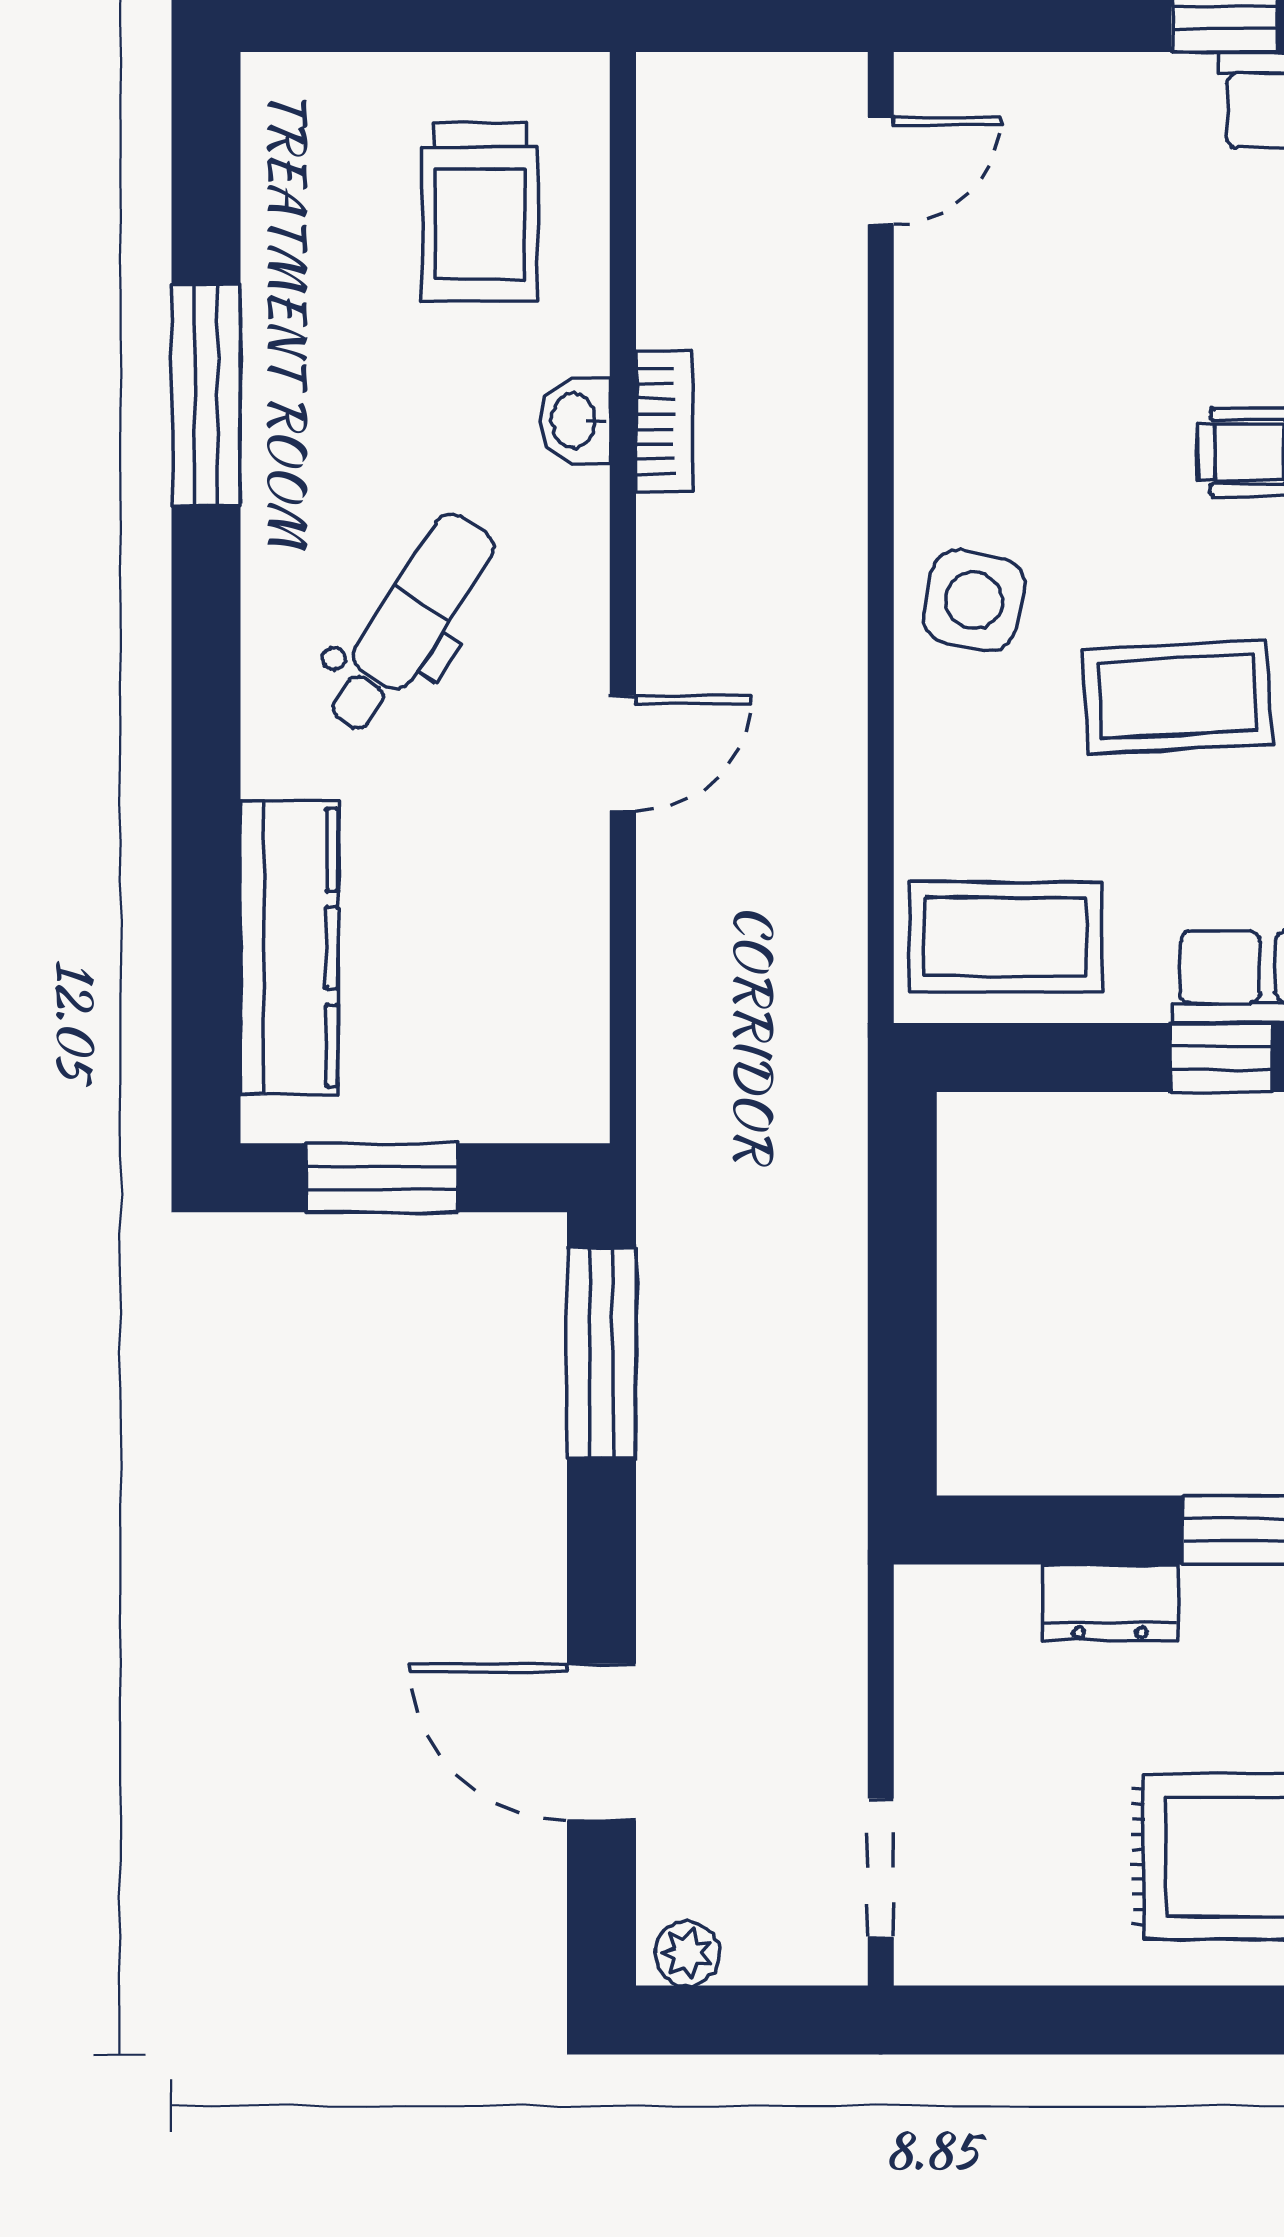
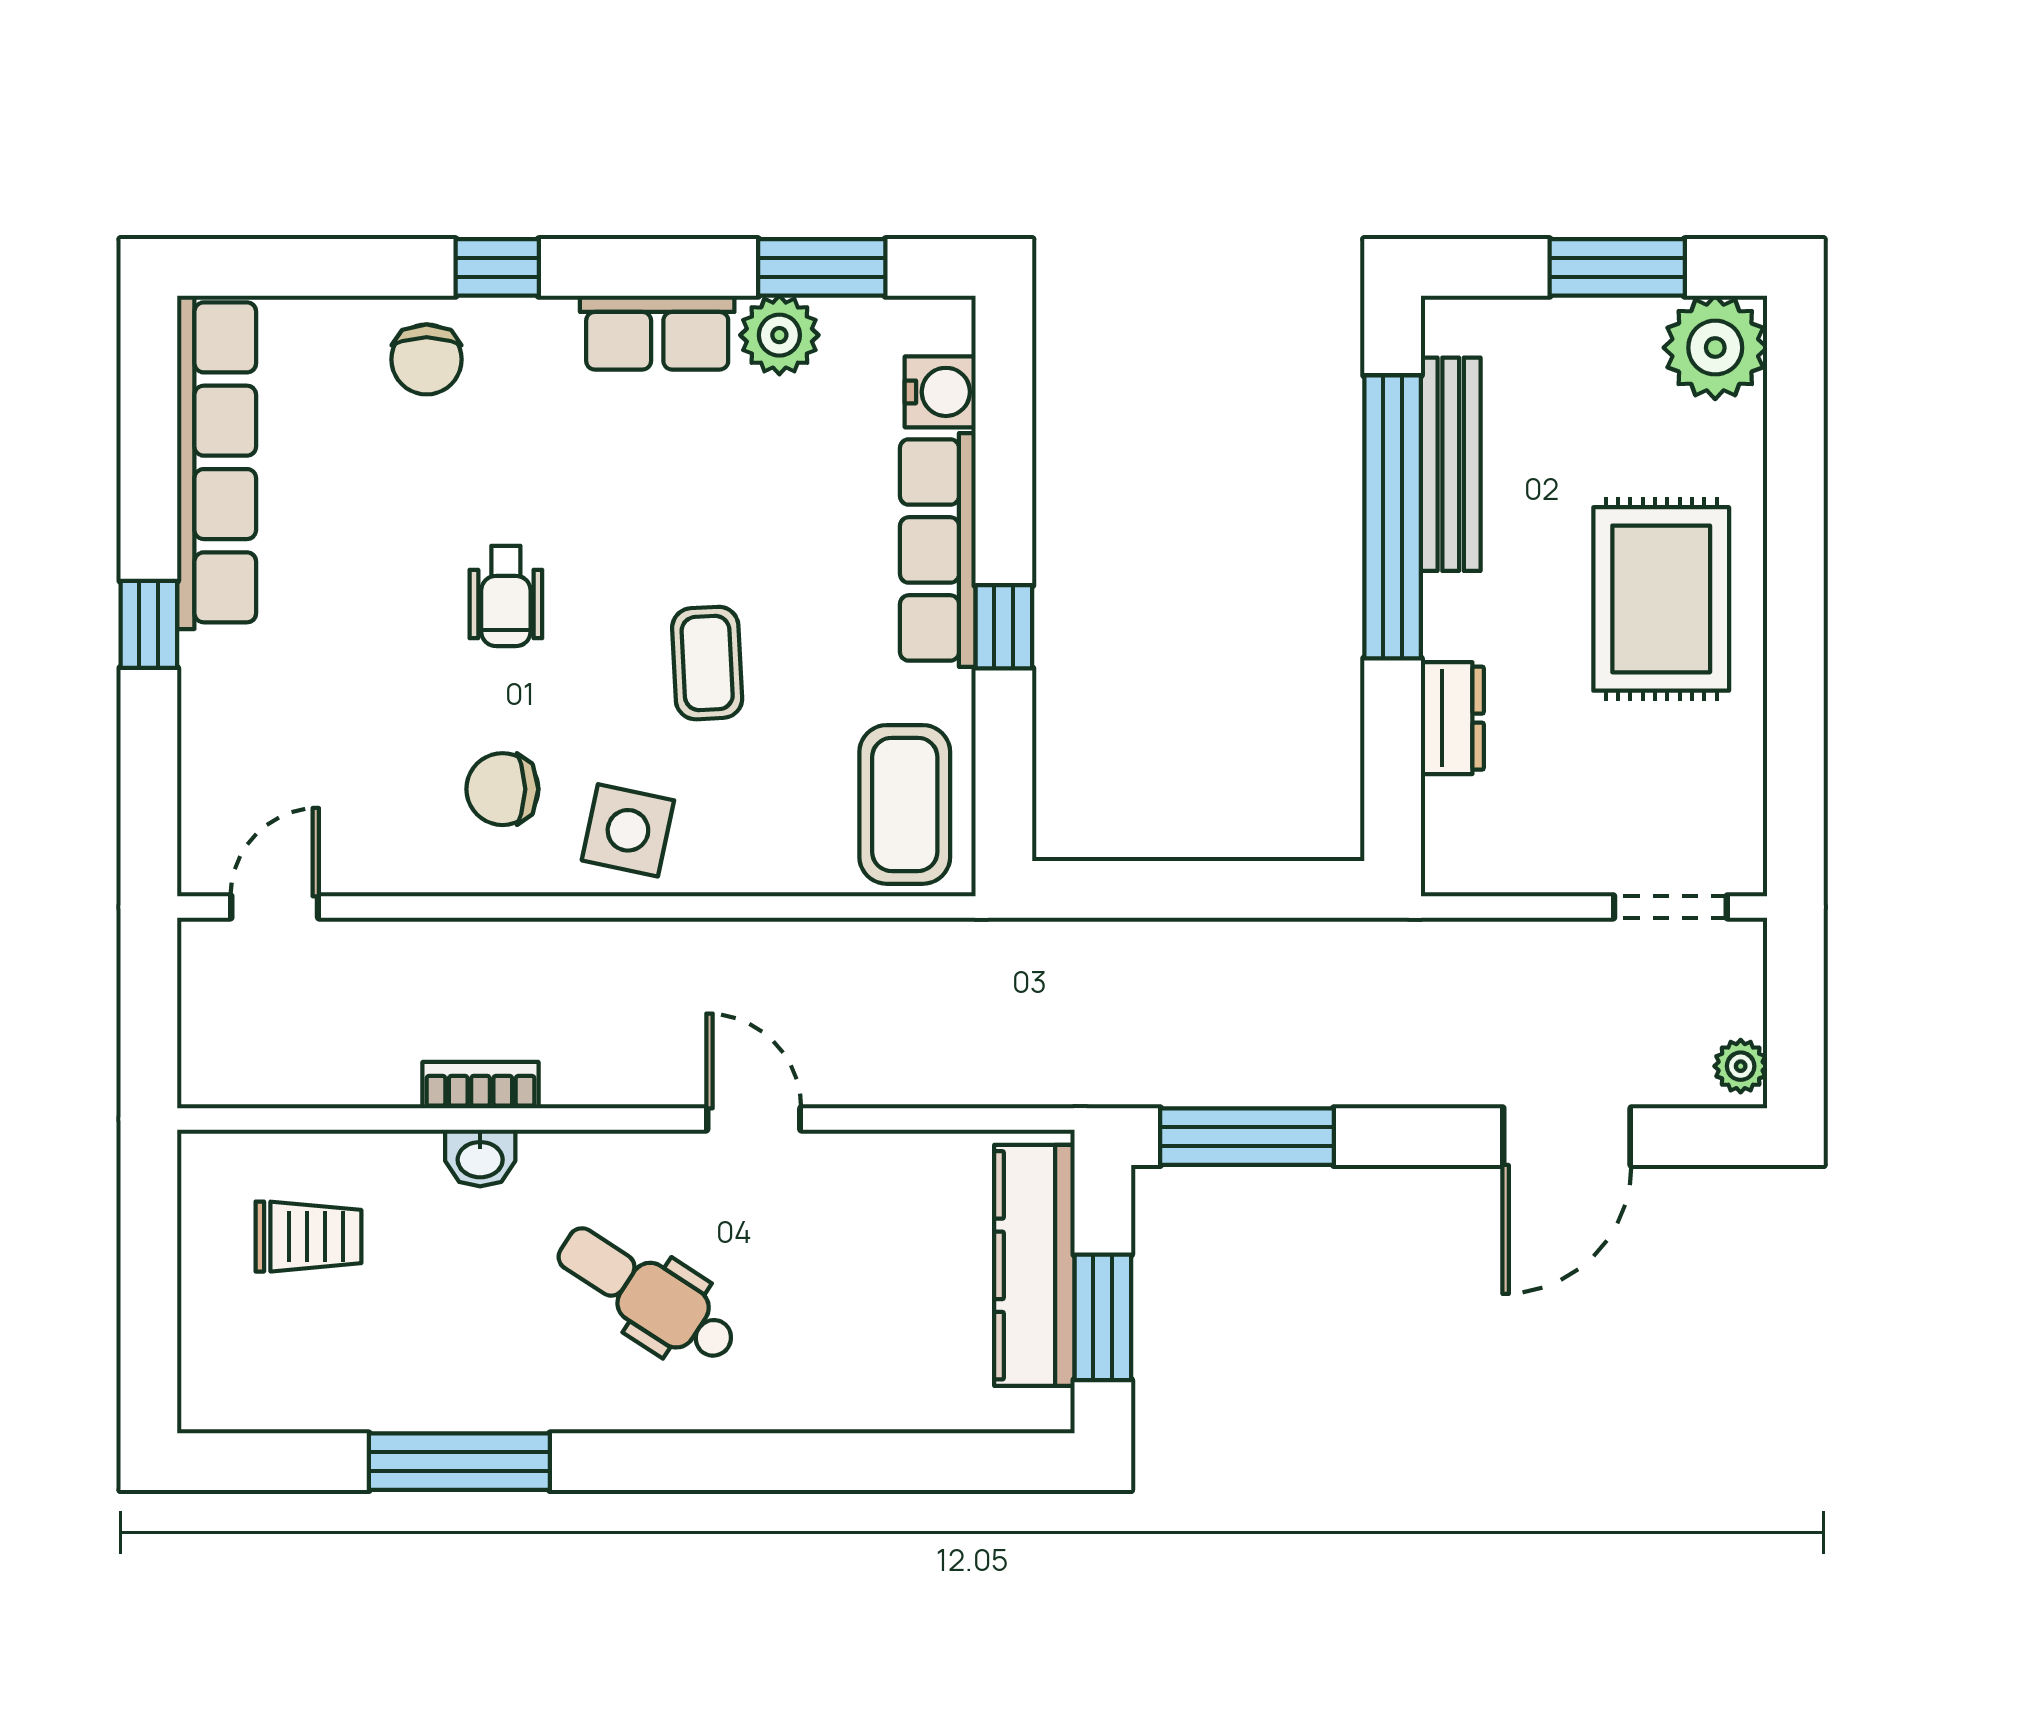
door: (881, 171) -> (275, 907), hinge flipped
trolley: (480, 212) -> (308, 1237), width x0.73, depth x0.72
chair: (1024, 448) -> (502, 789), added
coffee table: (1177, 697) -> (707, 663), width x0.73, depth x0.77
kitchen counter: (289, 948) -> (1034, 1265), moved, turned -90

